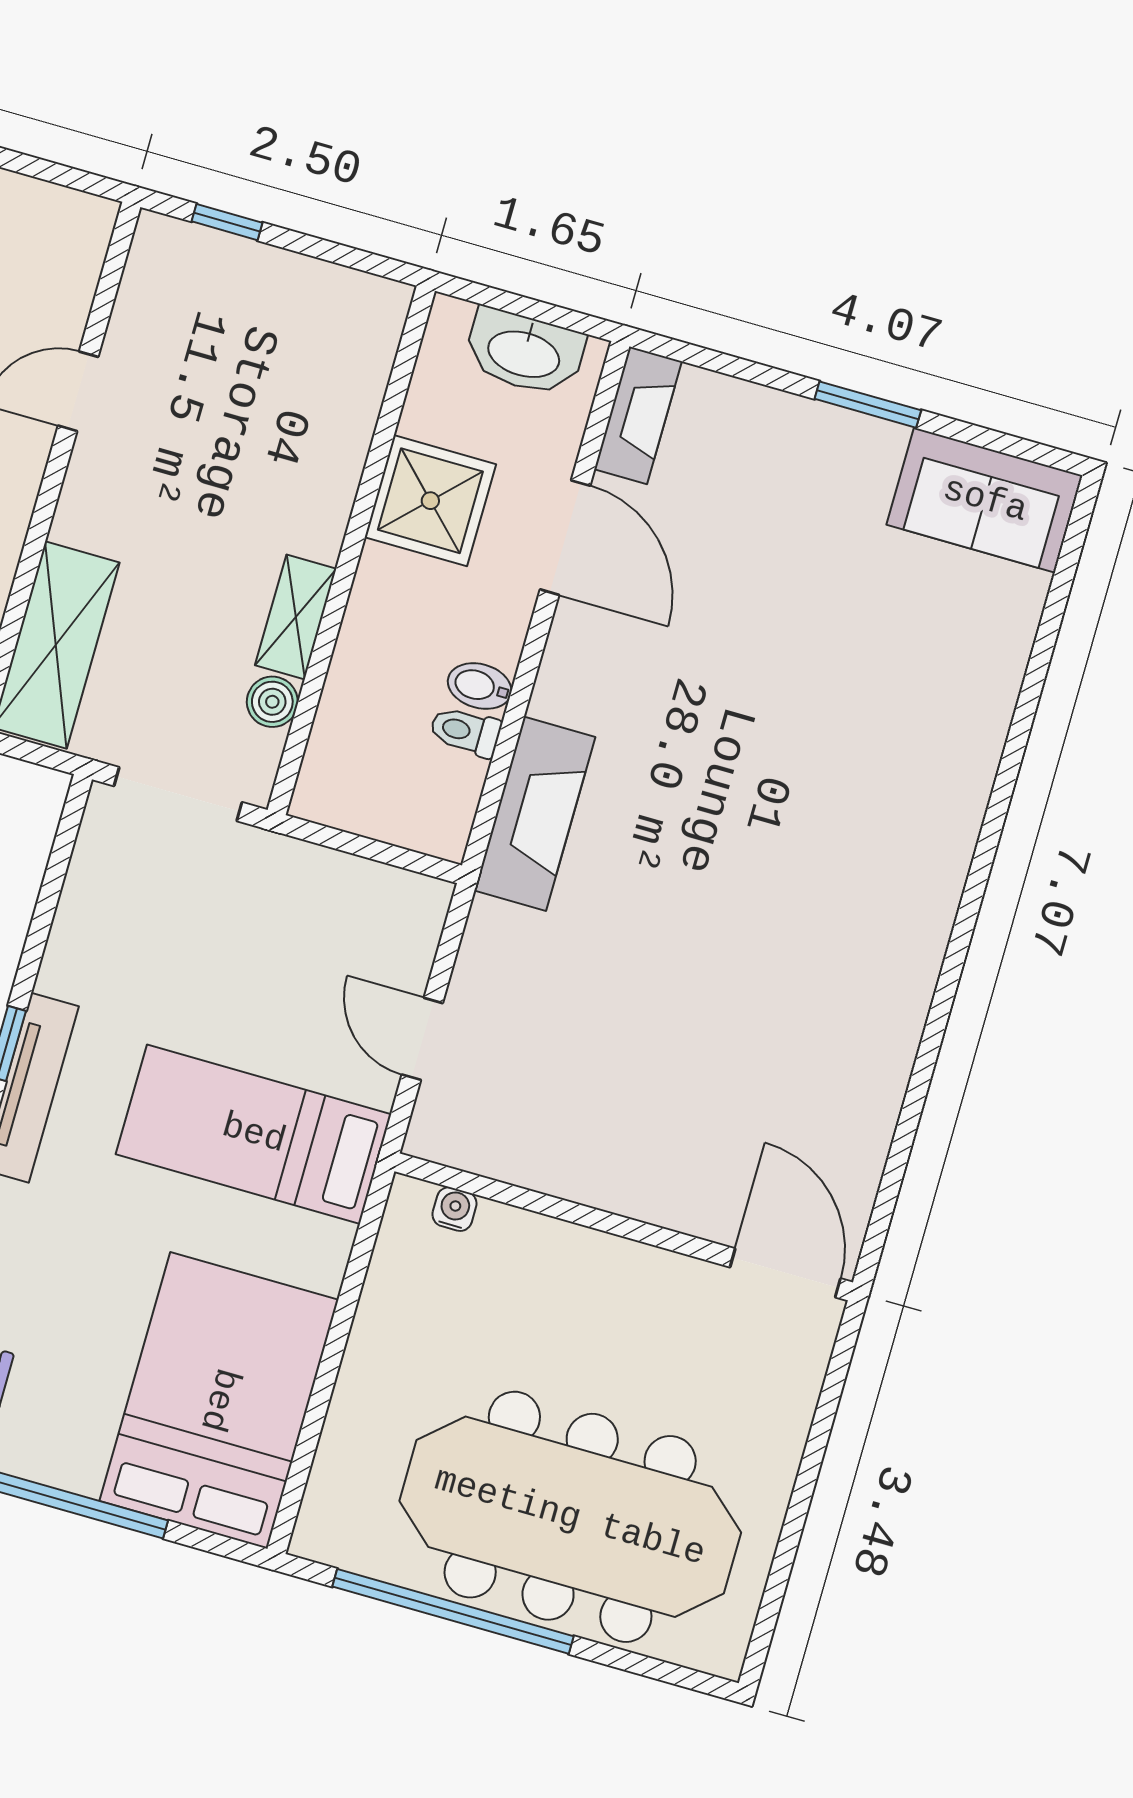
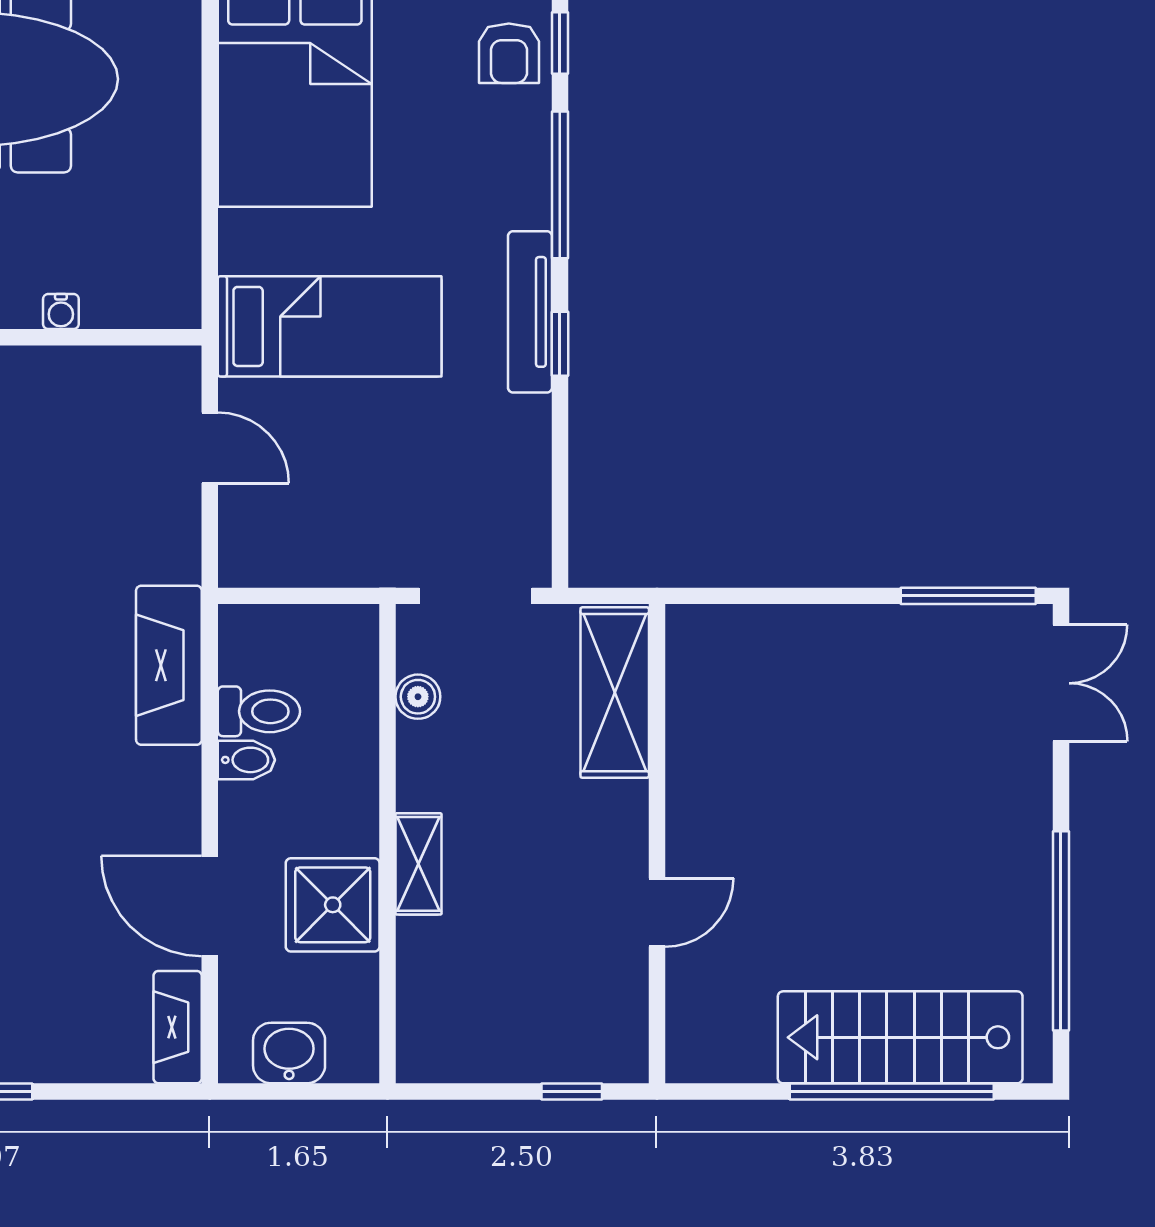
washbasin: (524, 352) -> (289, 1053), width x0.72
shelving: (296, 617) -> (419, 864), moved
toilet: (465, 731) -> (259, 711), width x1.37, depth x1.39
water cooler: (454, 1209) -> (61, 312), moved

